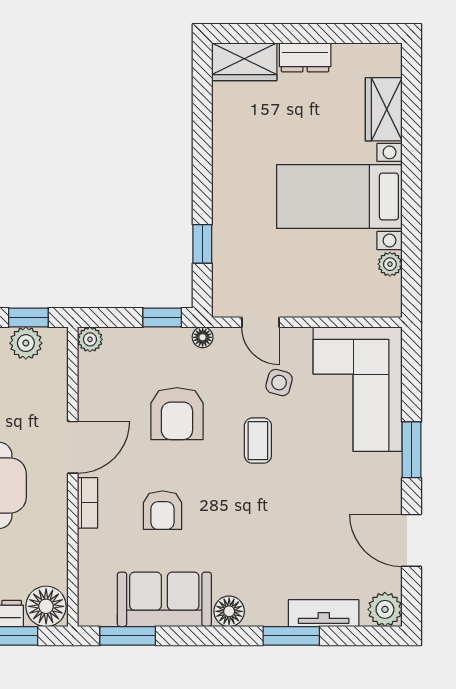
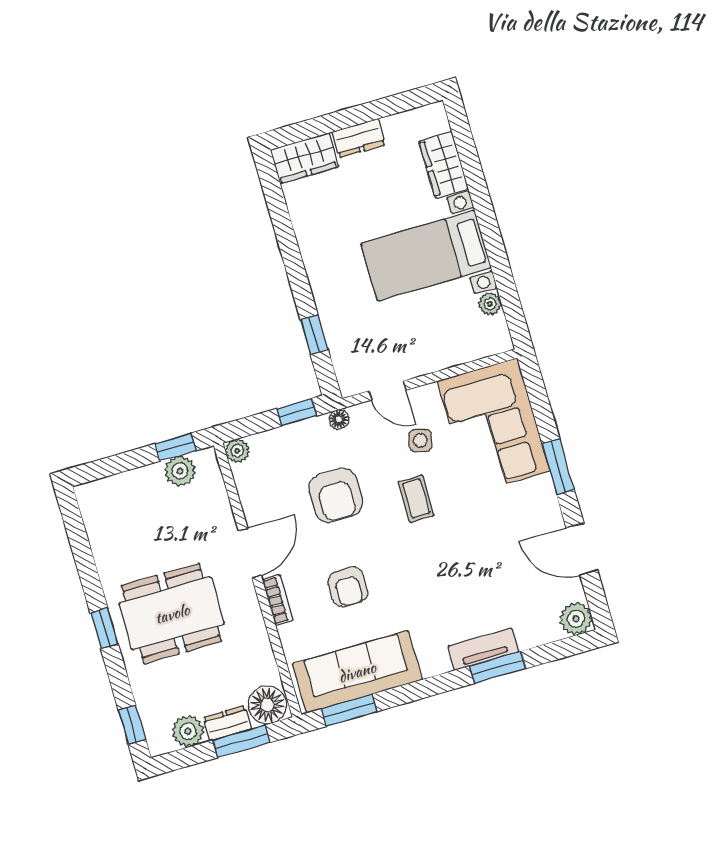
sofa: (164, 599) -> (357, 672), width x1.36
floor lamp: (229, 611) -> (435, 661), removed
tv unit: (324, 613) -> (483, 649), moved

